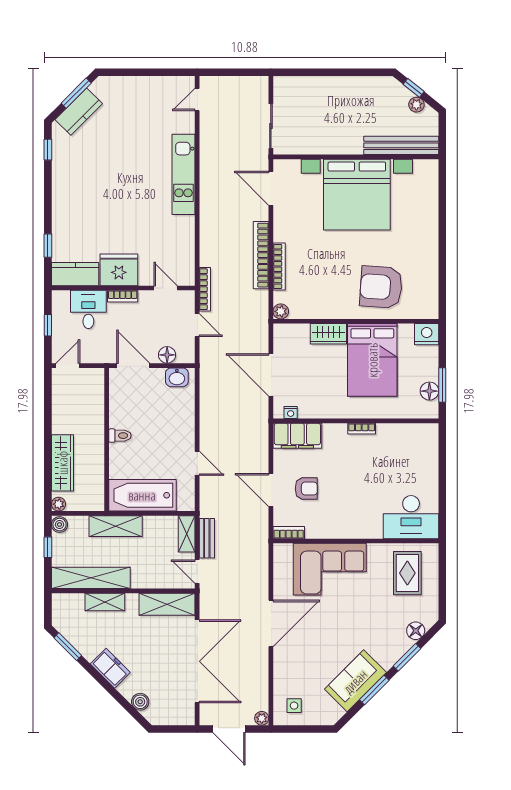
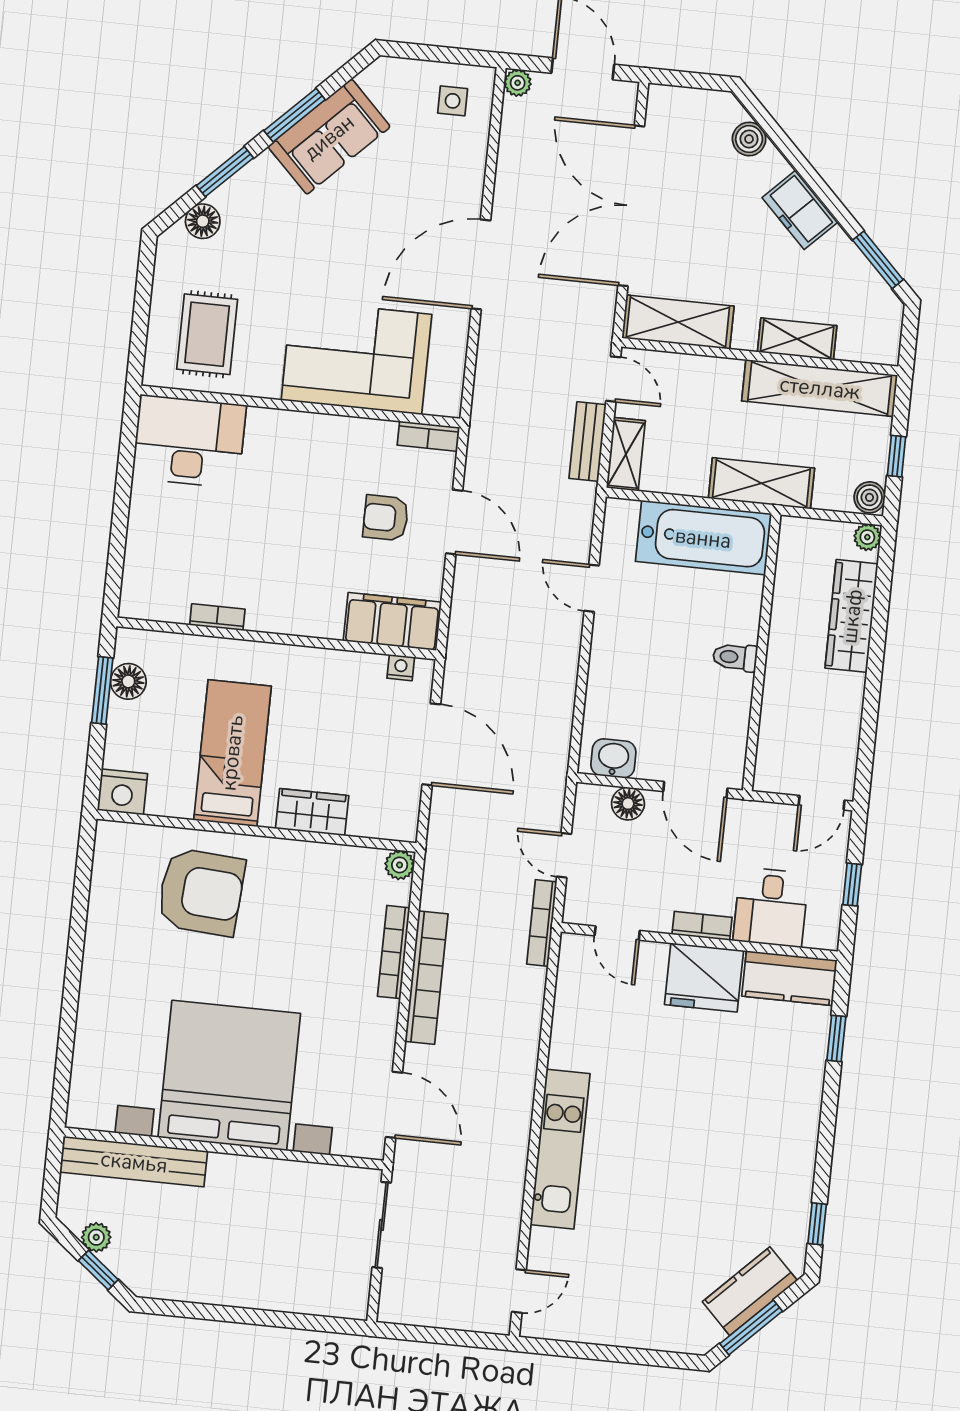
bed: (372, 360) -> (232, 753), width x0.67
bookcase: (362, 429) -> (217, 617), moved

